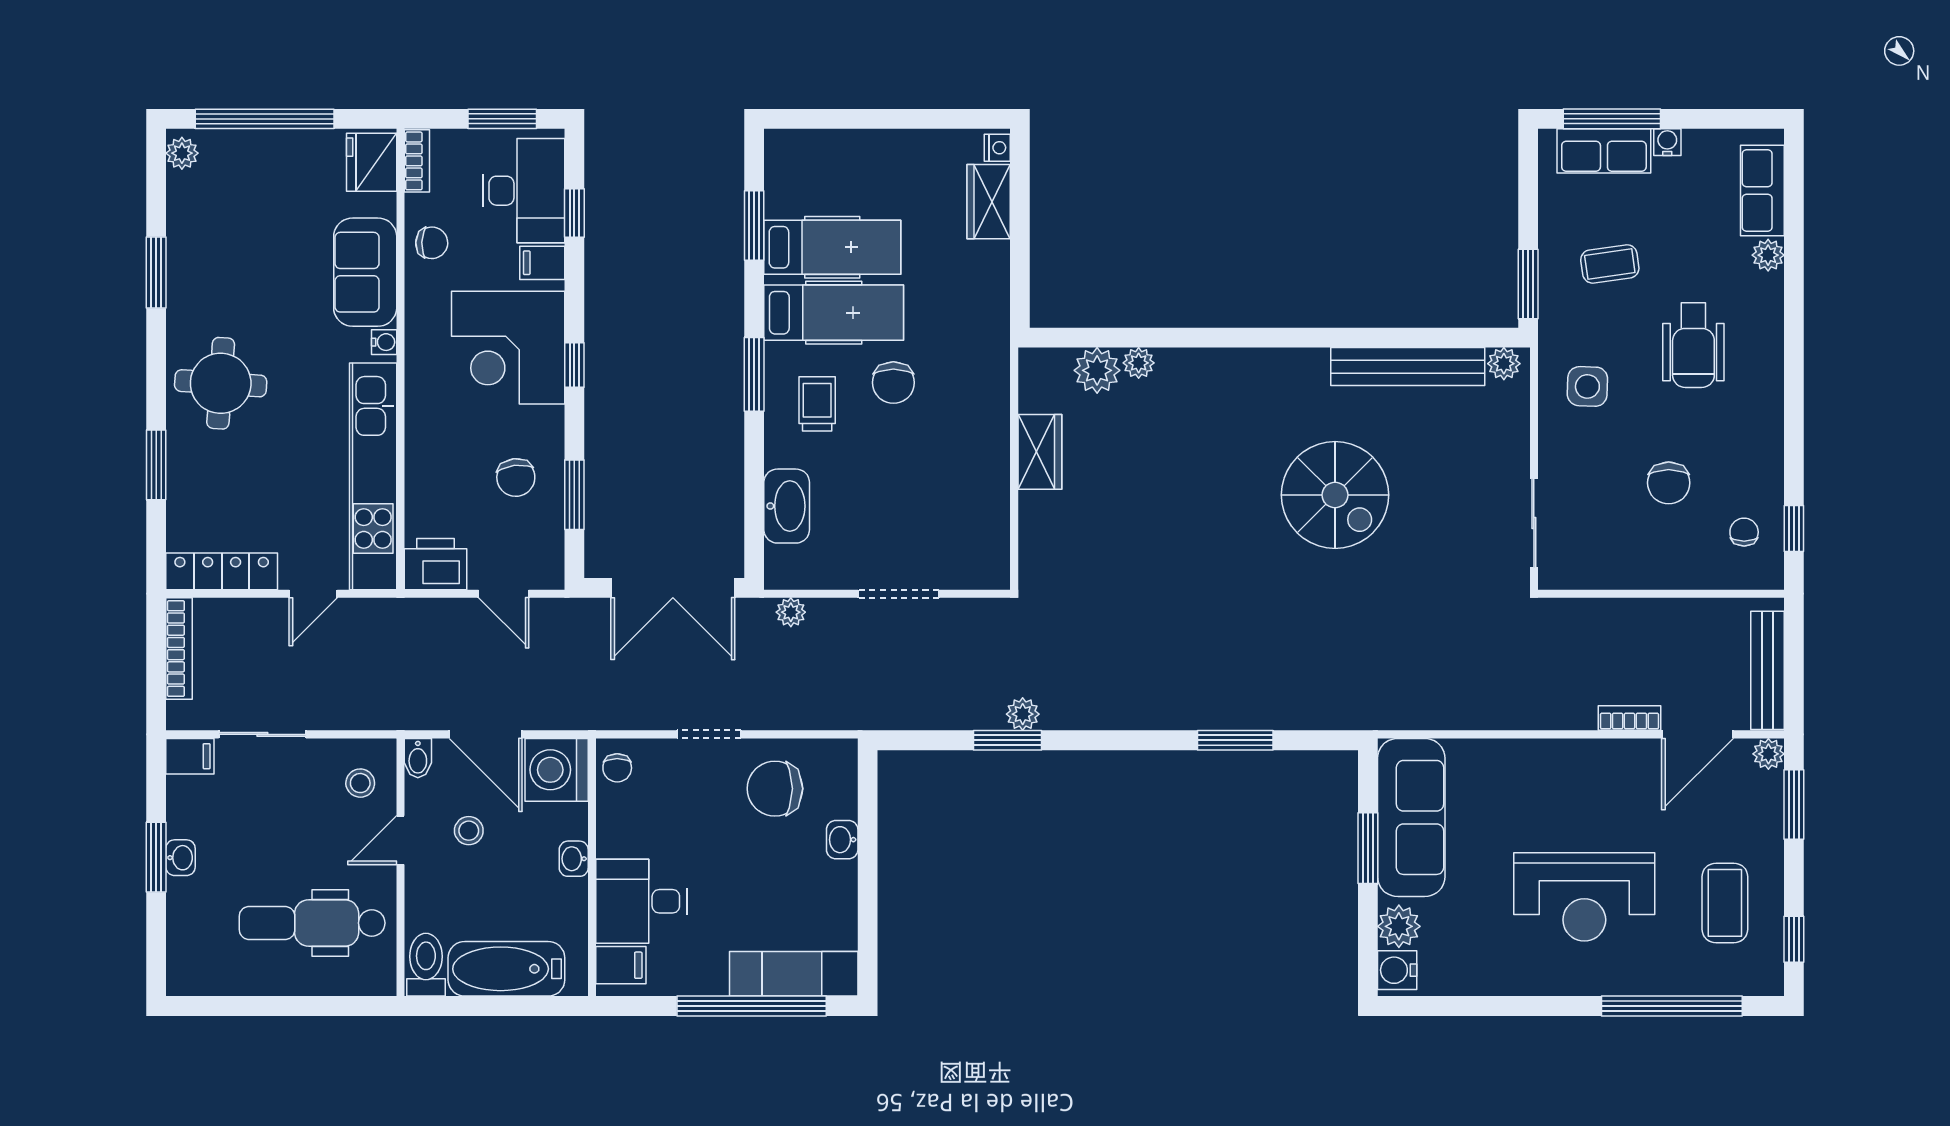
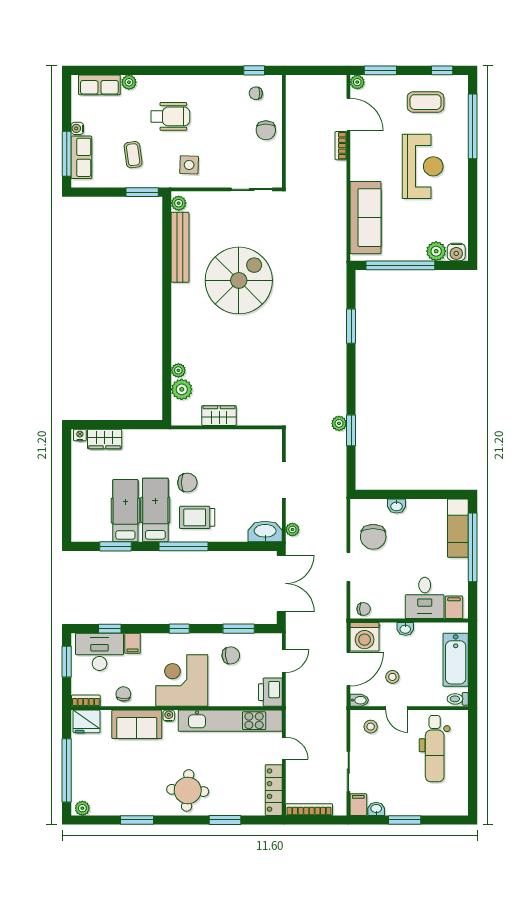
corner desk: (508, 348) -> (182, 681), moved, turned 180
window: (754, 374) -> (184, 546), width x1.44
trolley: (817, 404) -> (197, 517), width x1.36, depth x1.39
chair: (1669, 483) -> (266, 130), moved, turned 90
spiral stairs: (1335, 495) -> (239, 280), width x1.37, depth x1.37
washbasin: (787, 506) -> (265, 531), moved
bench: (1767, 670) -> (319, 83), removed
sofa: (1411, 817) -> (366, 218), moved, turned 90
window: (1368, 848) -> (400, 265), width x2.11
washbasin: (181, 858) -> (376, 809), moved
toilet: (426, 965) -> (458, 699), width x0.73, depth x0.72

